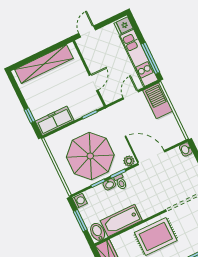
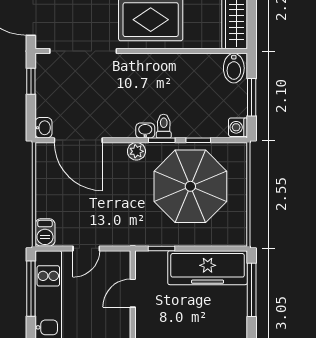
barbecue: (158, 101) -> (45, 232), width x0.53, depth x0.65
window: (30, 116) -> (252, 290), width x2.17
freezer: (55, 121) -> (208, 268), width x1.36, depth x1.26
door: (151, 158) -> (78, 140), moved
washbasin: (109, 184) -> (145, 131), moved
bathtub: (121, 221) -> (190, 68), removed

